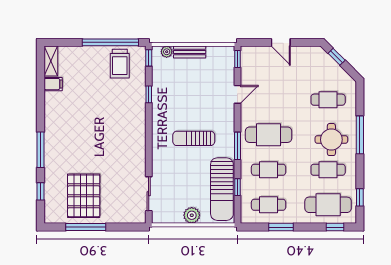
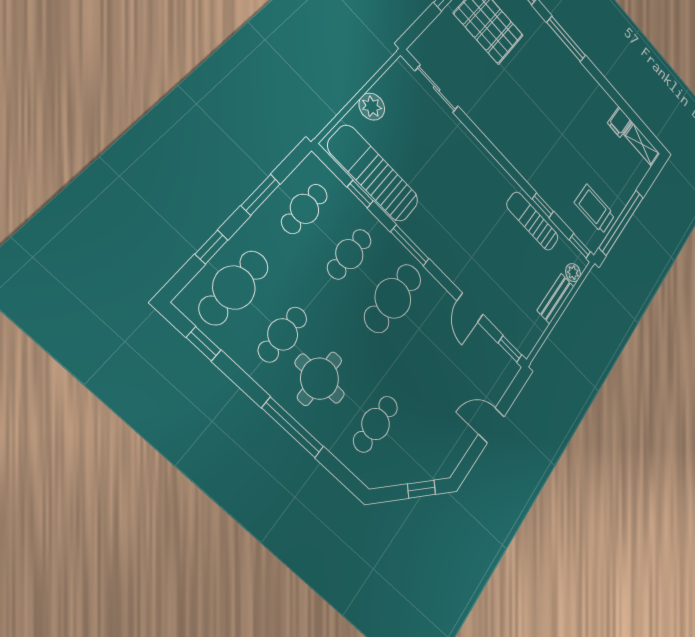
sun lounger: (194, 138) -> (532, 221), moved, turned -90
window: (335, 227) -> (212, 247), moved

